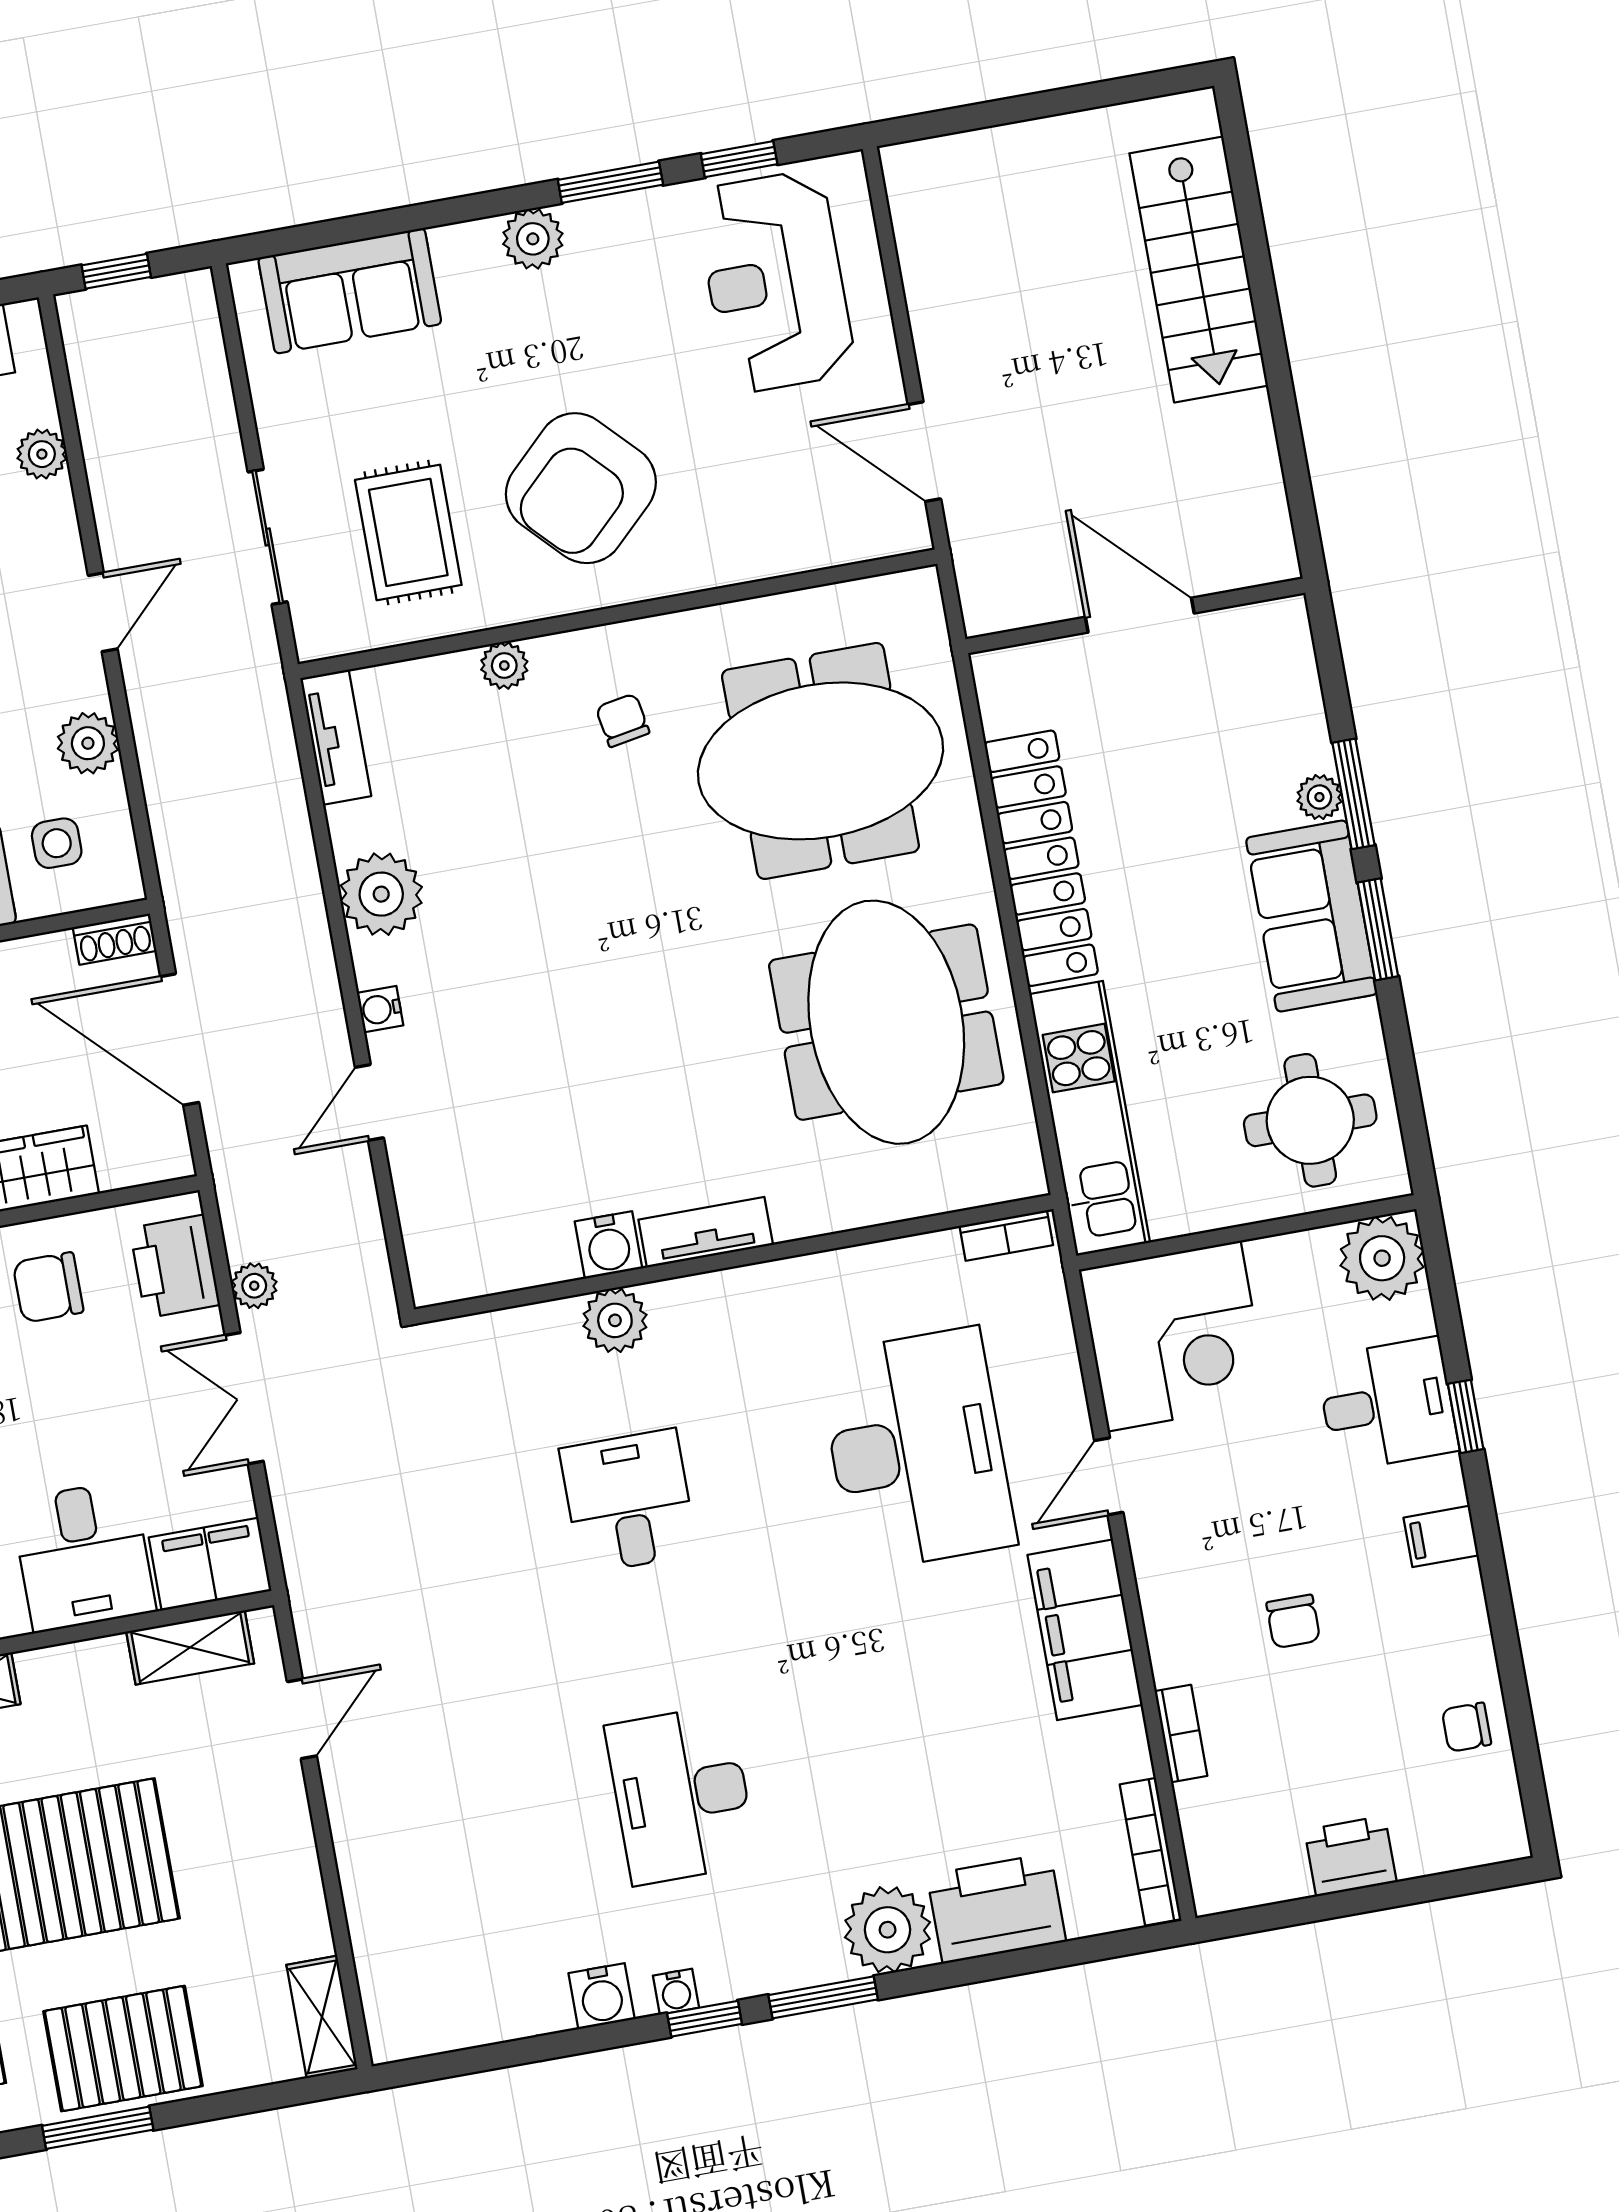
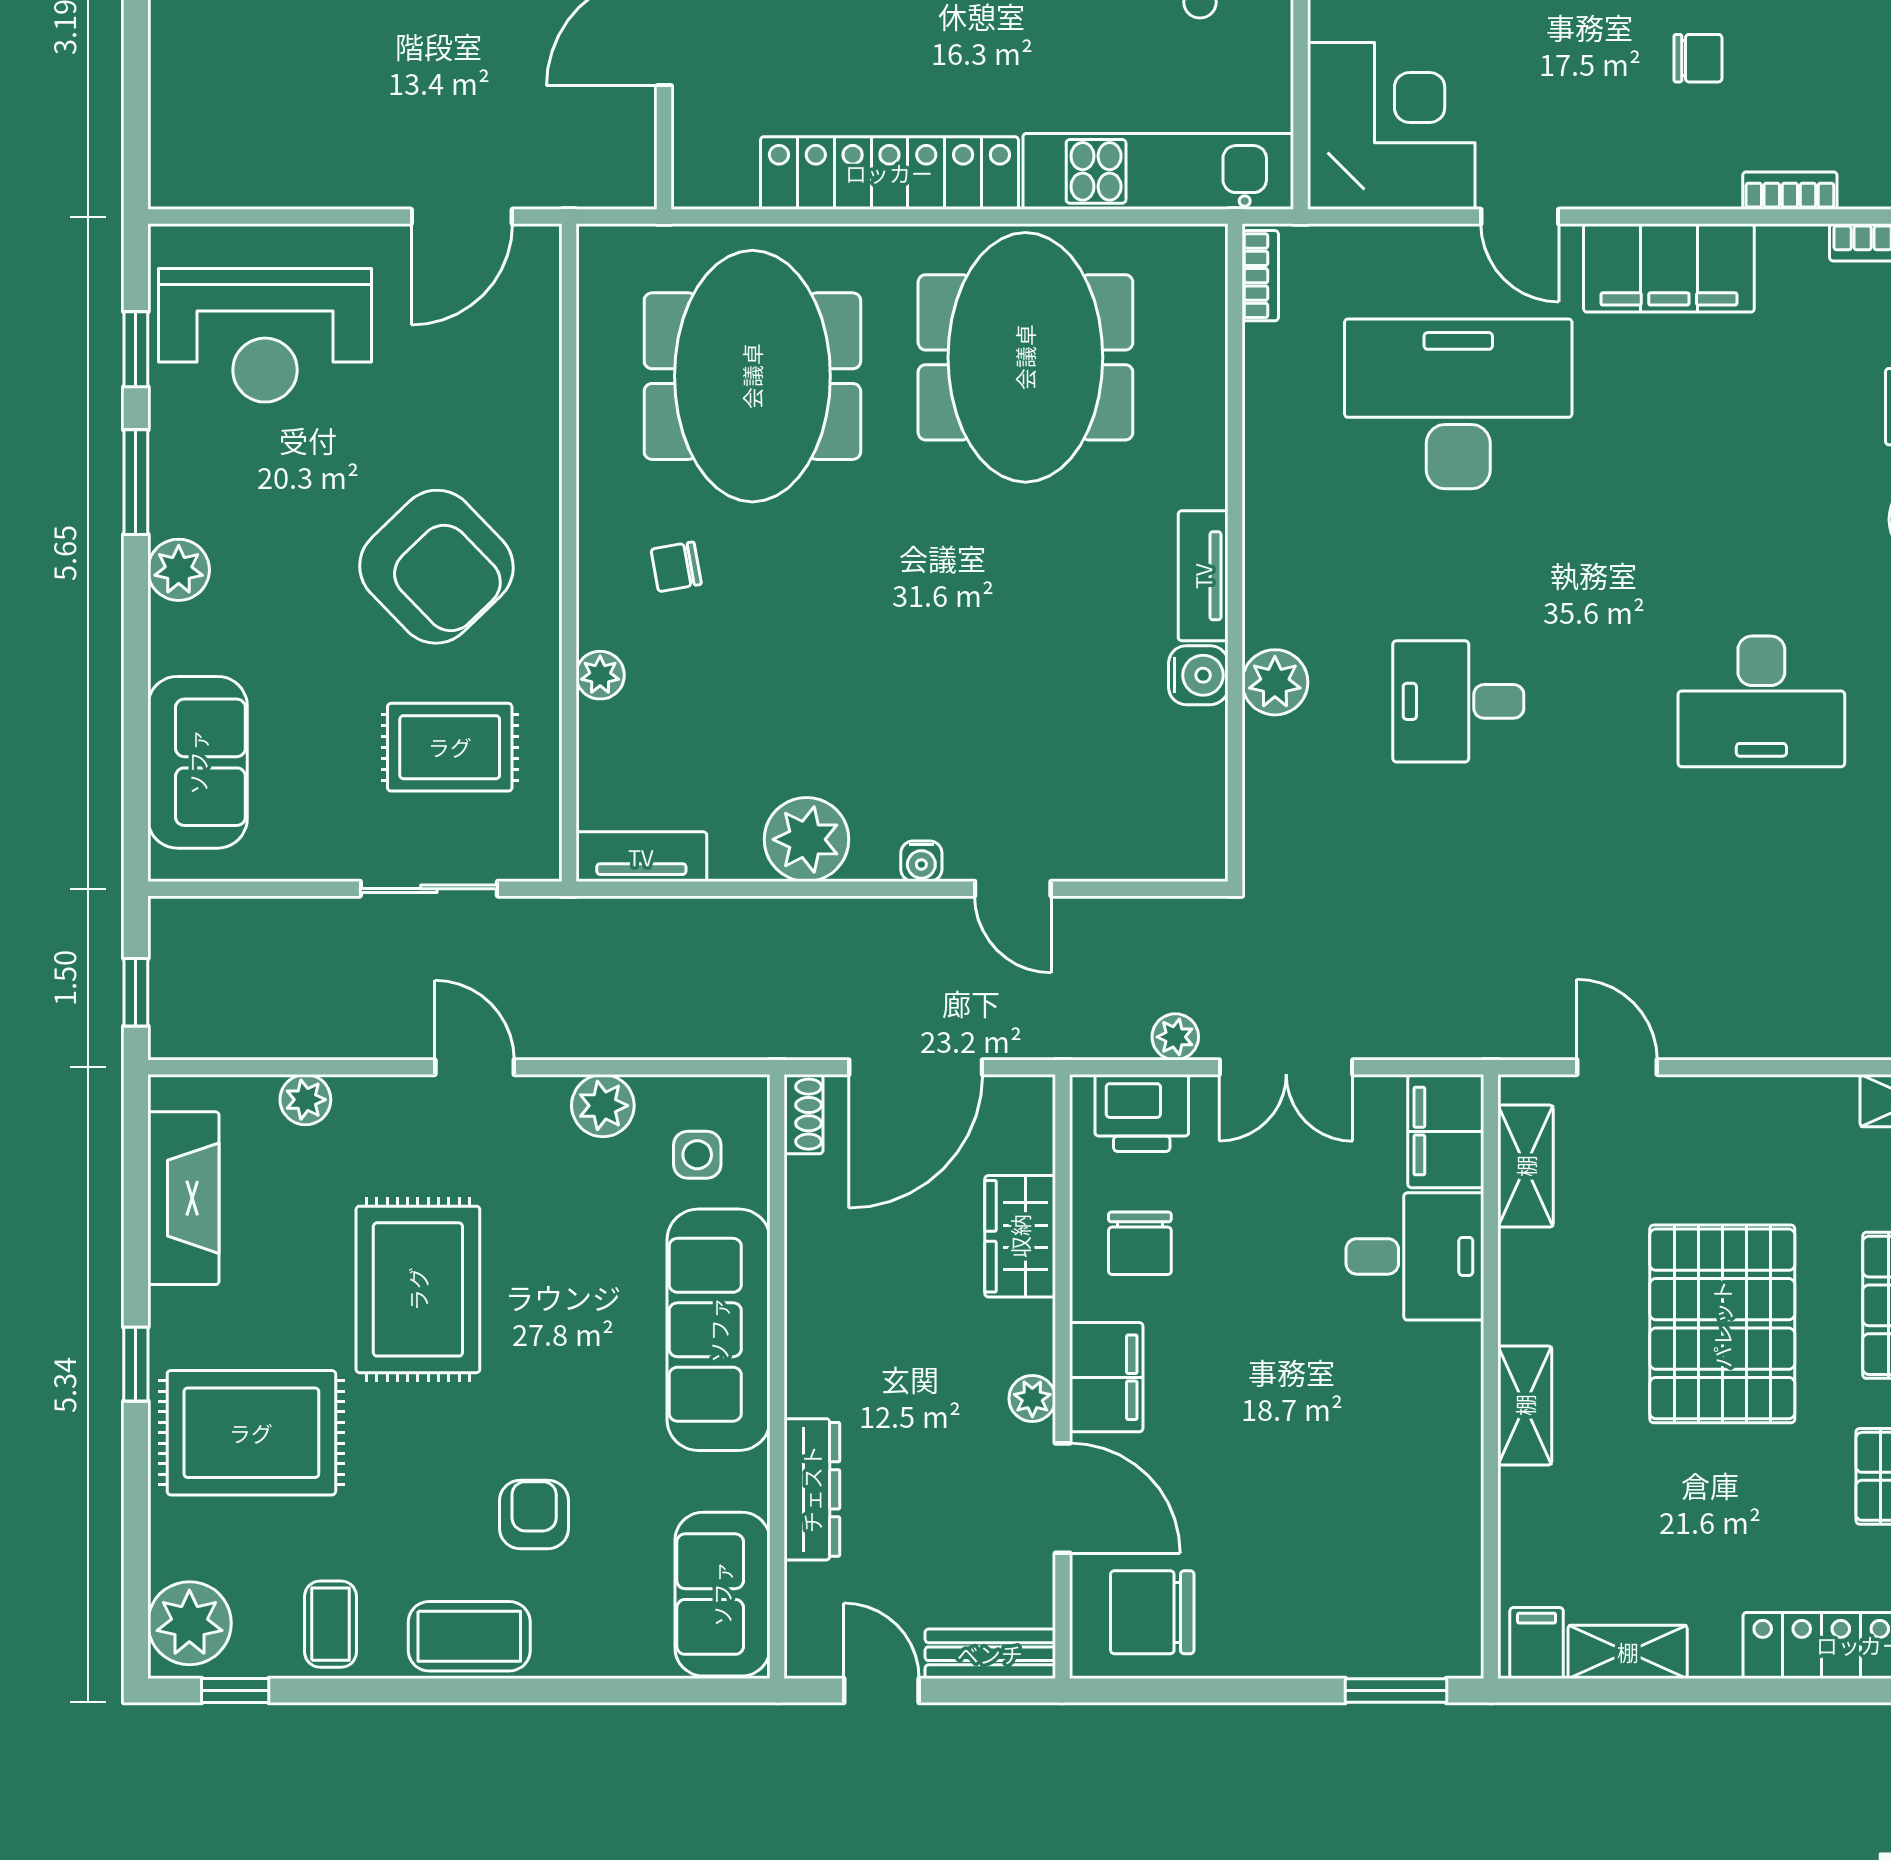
meeting table: (886, 1022) -> (1025, 357), turned 90

